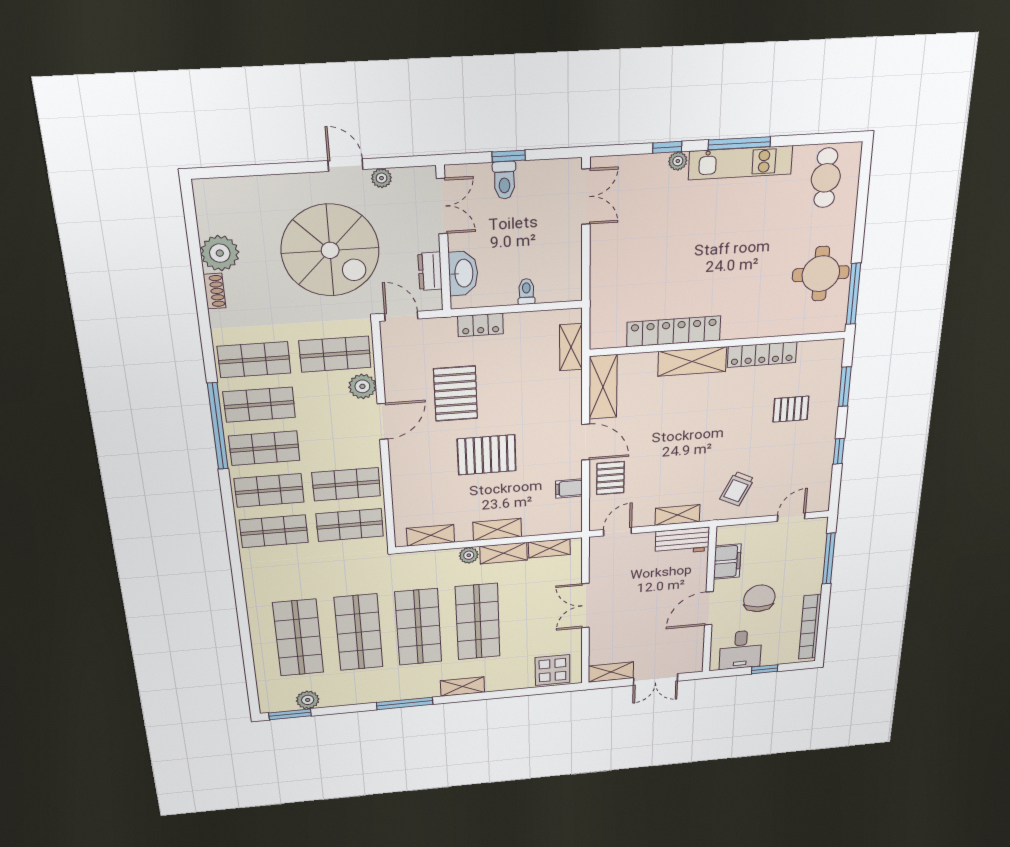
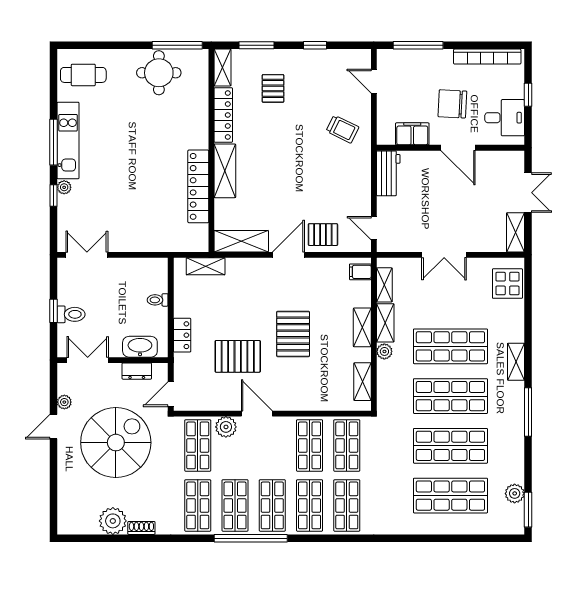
filing cabinet: (569, 488) -> (360, 272), moved, turned 90
shelving: (677, 515) -> (222, 68), moved

